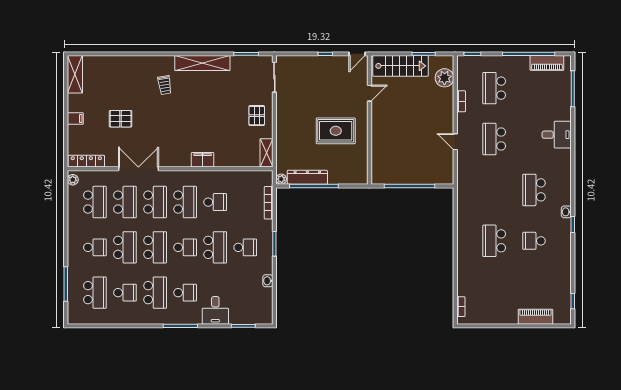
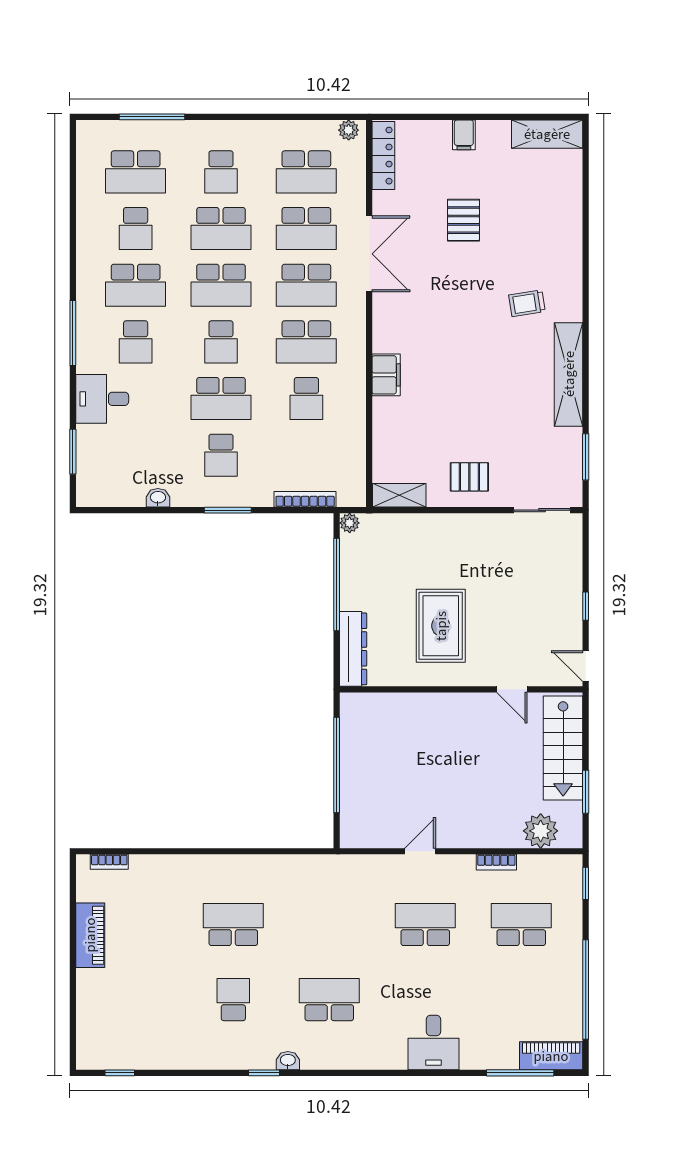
piano: (547, 63) -> (551, 1056), moved, turned 90
dresser: (307, 177) -> (353, 649), moved
piano: (535, 317) -> (90, 935), moved

